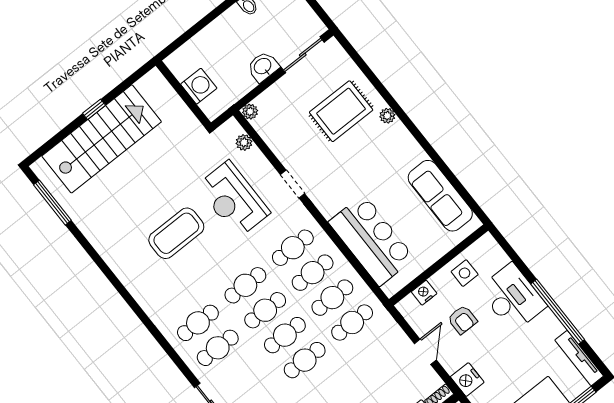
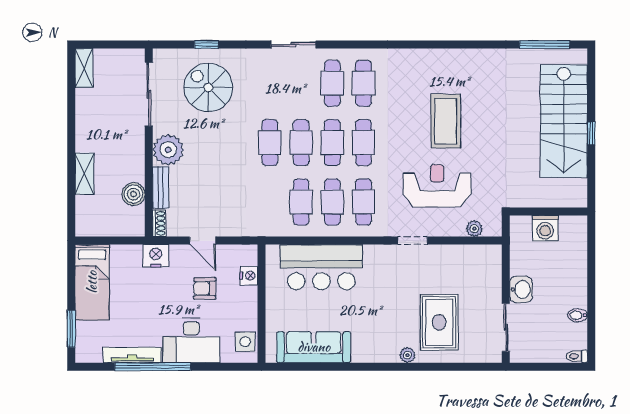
plant: (250, 112) -> (494, 252), removed
side table: (465, 273) -> (245, 342), moved
cafe table: (352, 323) -> (270, 202), removed
tv unit: (579, 358) -> (132, 355), moved

